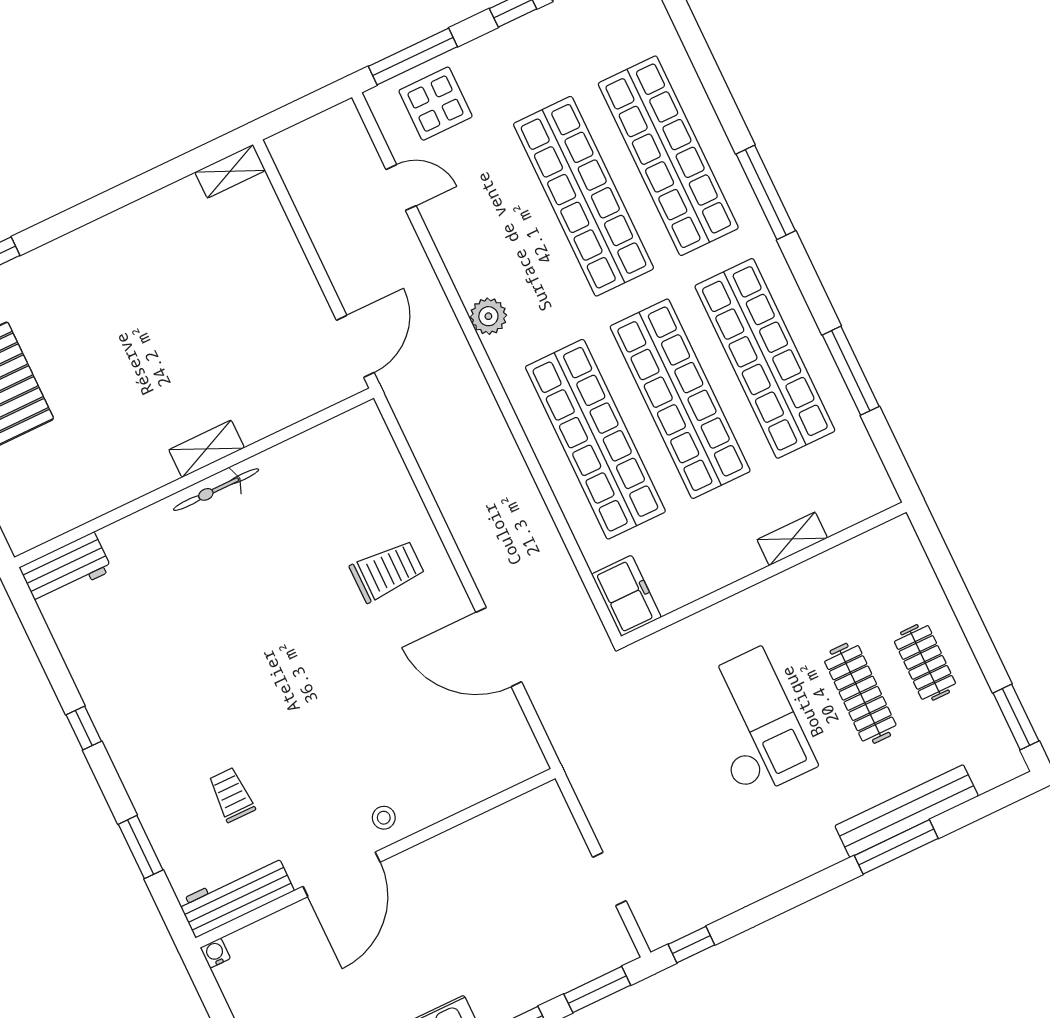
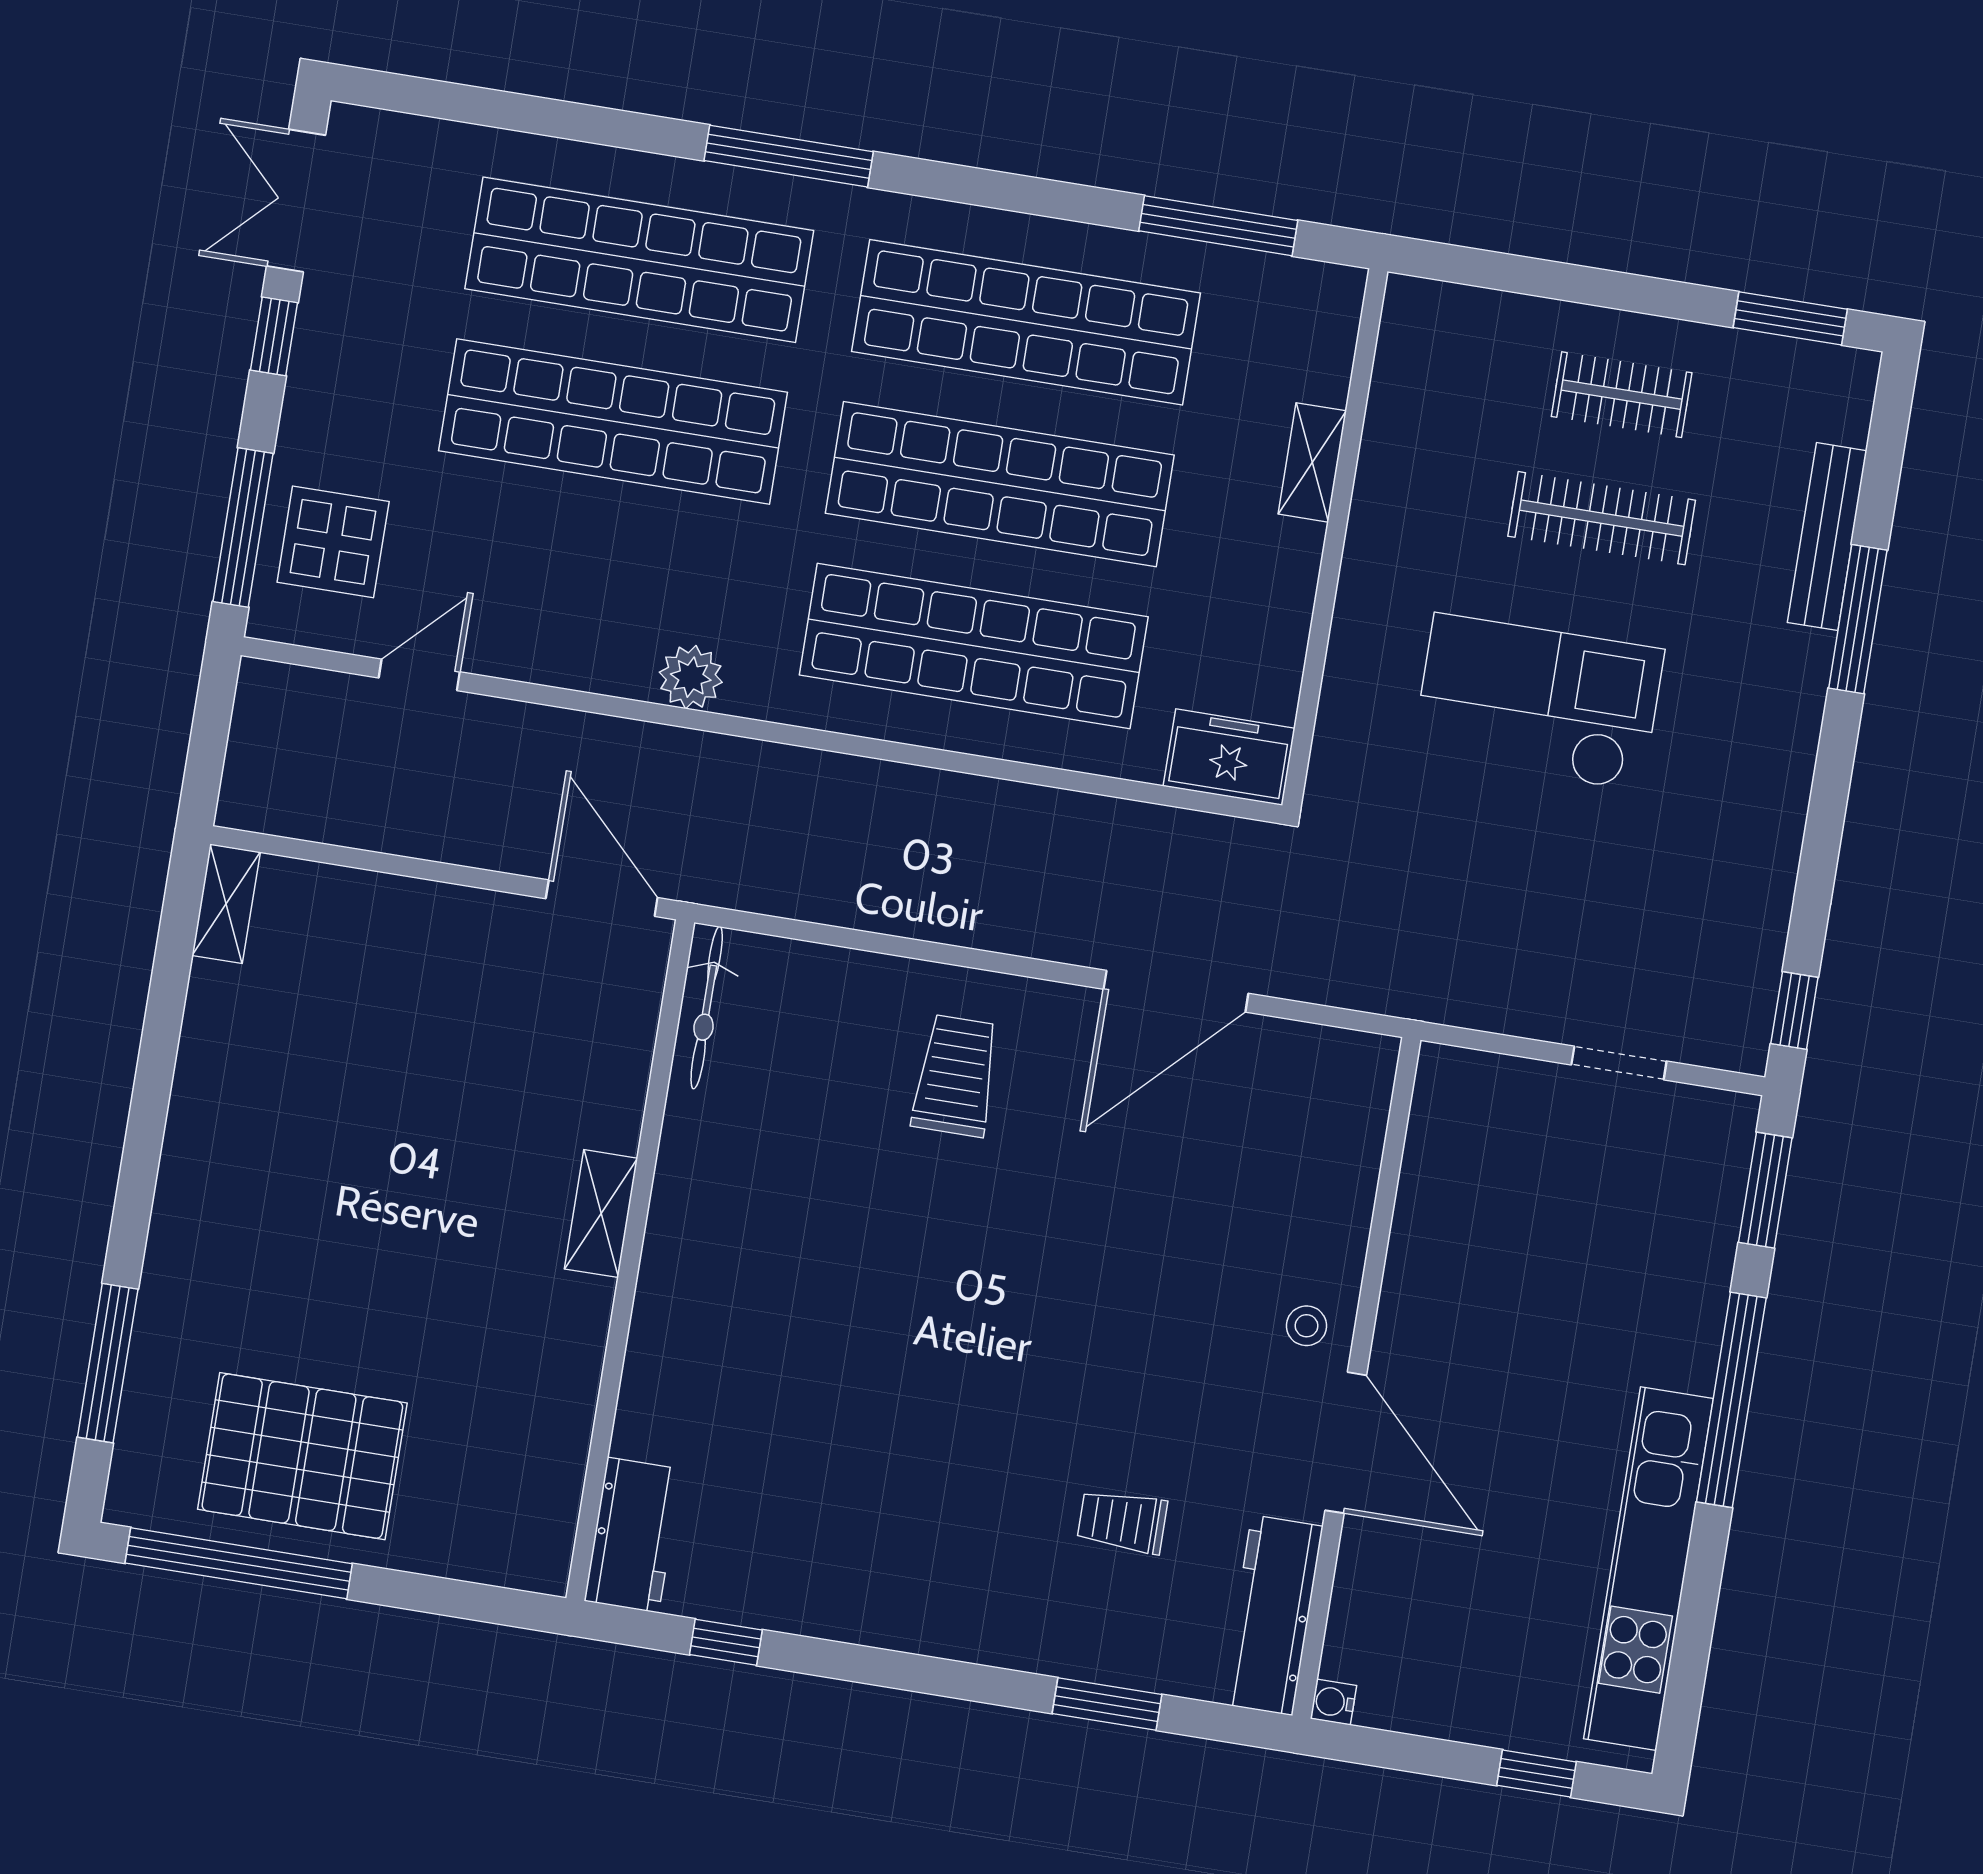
window: (851, 371) -> (1218, 226), moved
bicycle: (216, 490) -> (707, 1008), moved
window: (84, 728) -> (726, 1642), moved
bench: (907, 811) -> (1827, 537), width x0.73, depth x0.82

